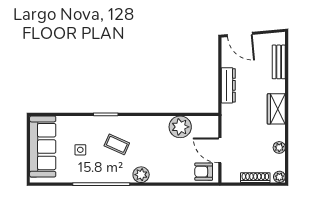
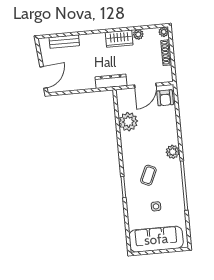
dresser: (228, 85) -> (111, 81), moved
wardrobe: (276, 109) -> (119, 39), moved

